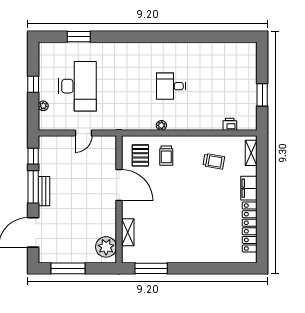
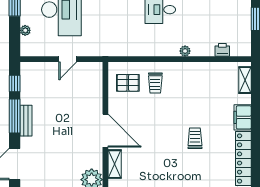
plant: (161, 125) -> (185, 51), moved
pallet: (140, 155) -> (128, 83), turned 90
trolley: (214, 161) -> (195, 138), moved, turned -100
door: (119, 185) -> (105, 131), moved

